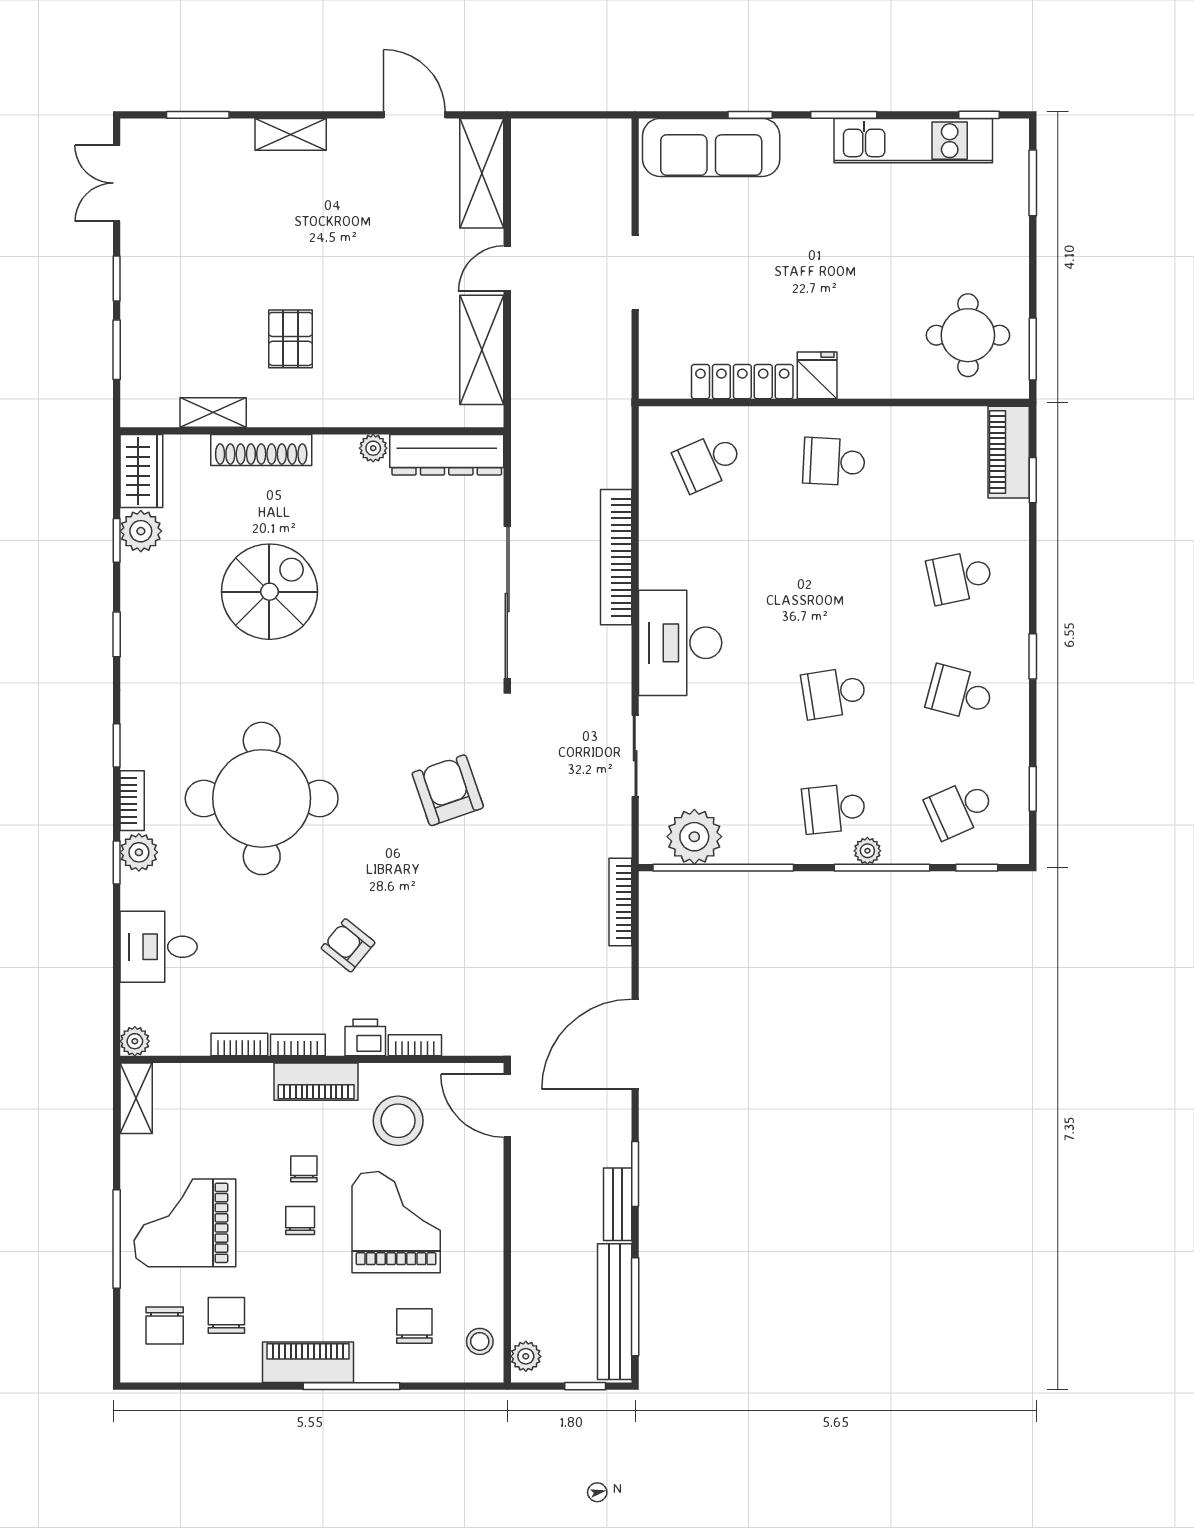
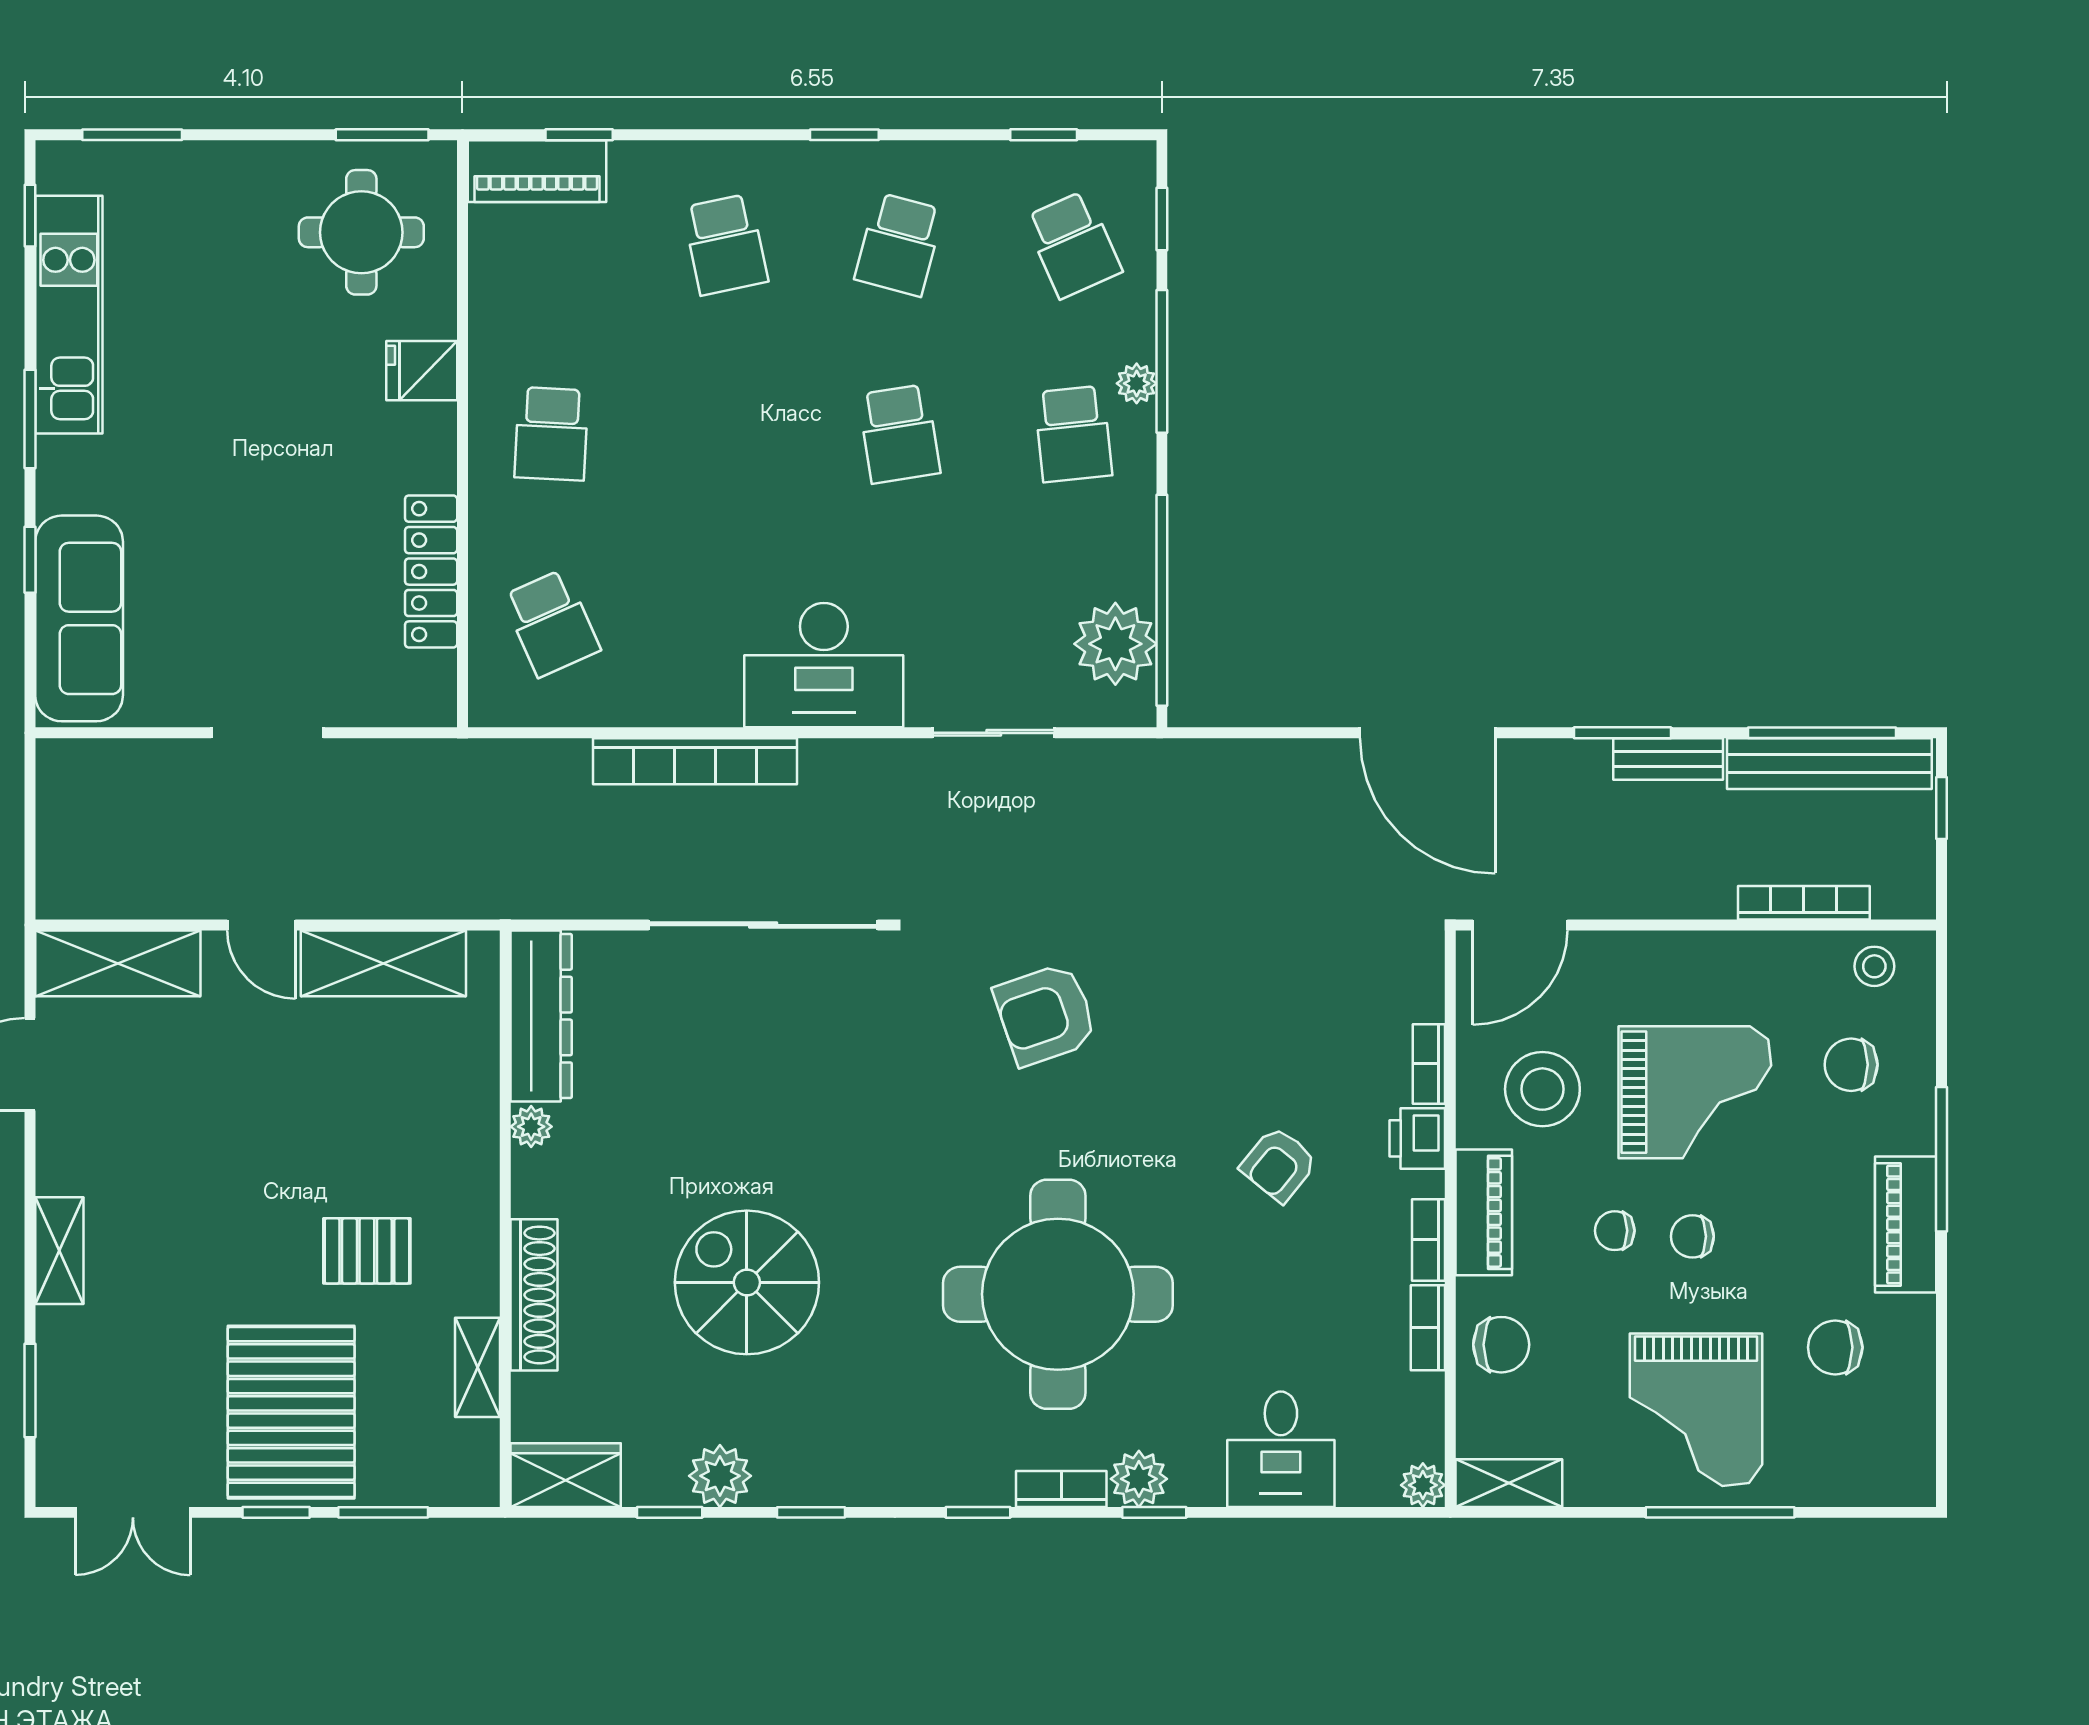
pallet: (183, 289) -> (291, 1412), added
fridge: (817, 375) -> (422, 371), moved
plant: (141, 531) -> (720, 1476), moved
bookcase: (620, 902) -> (1804, 903), moved, turned 180
grand piano: (396, 1222) -> (1695, 1092), turned 180
chair: (165, 1325) -> (1501, 1345), moved
plant: (526, 1356) -> (1897, 897), removed

